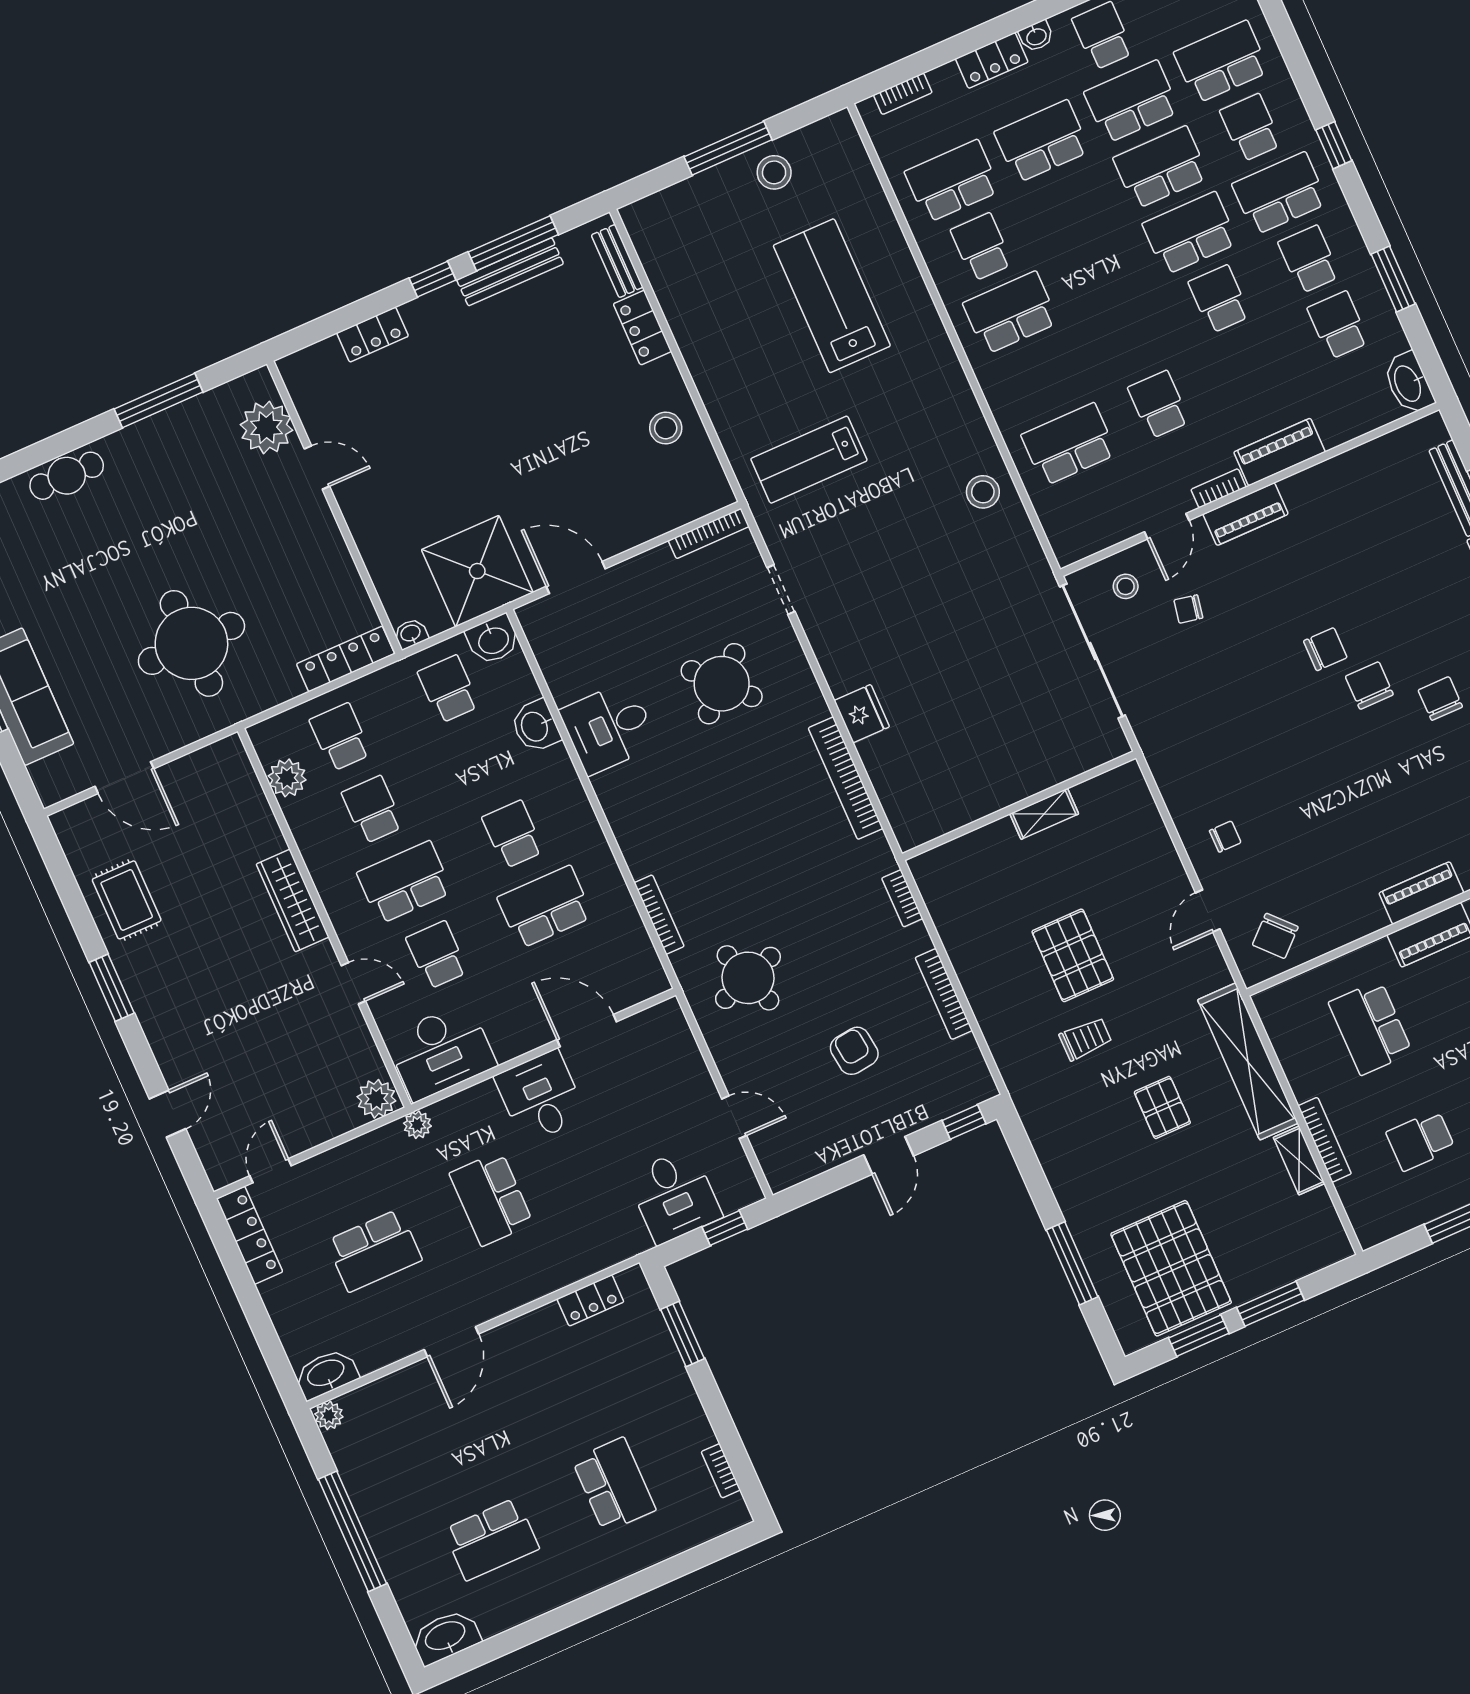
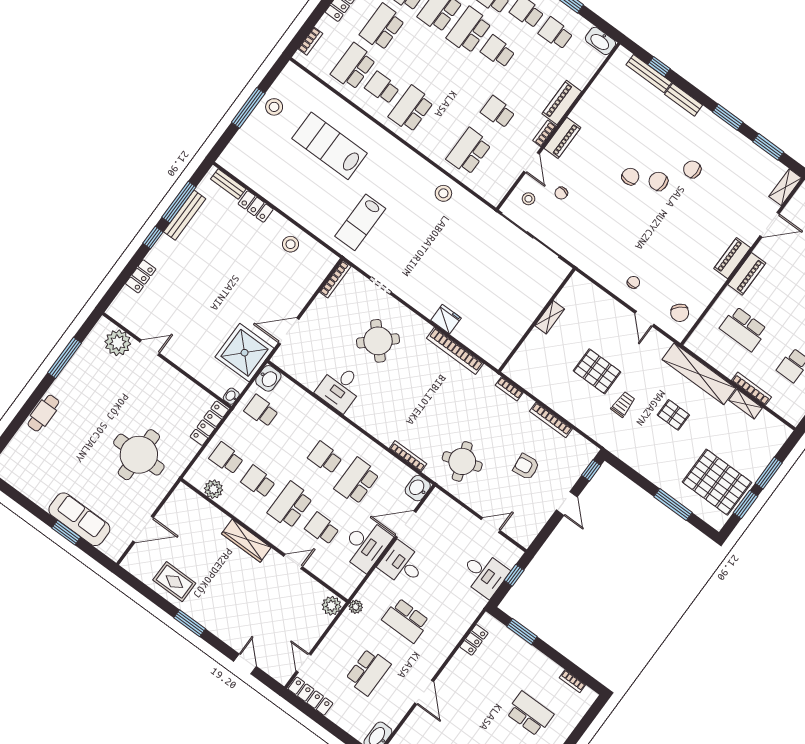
washbasin: (536, 726) -> (418, 488), moved, turned 90
desk: (441, 1051) -> (366, 545), moved

